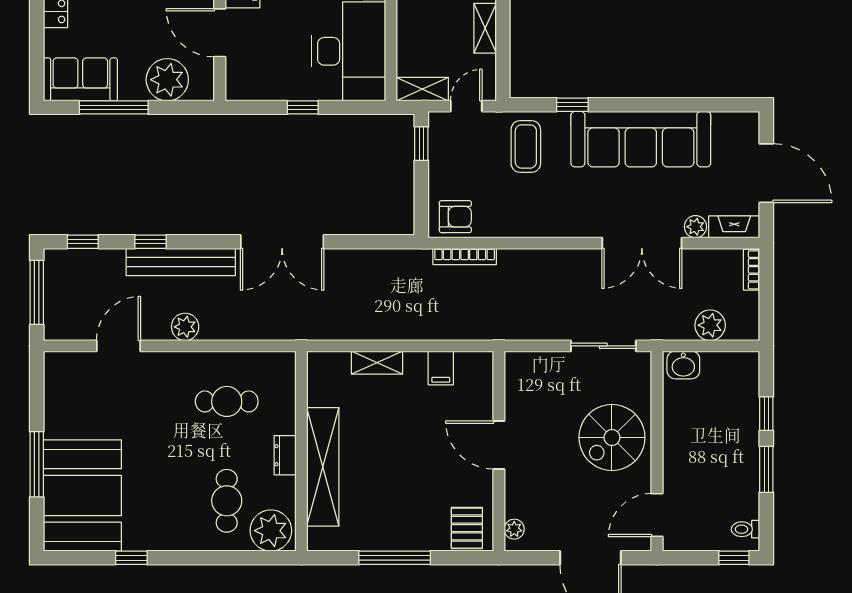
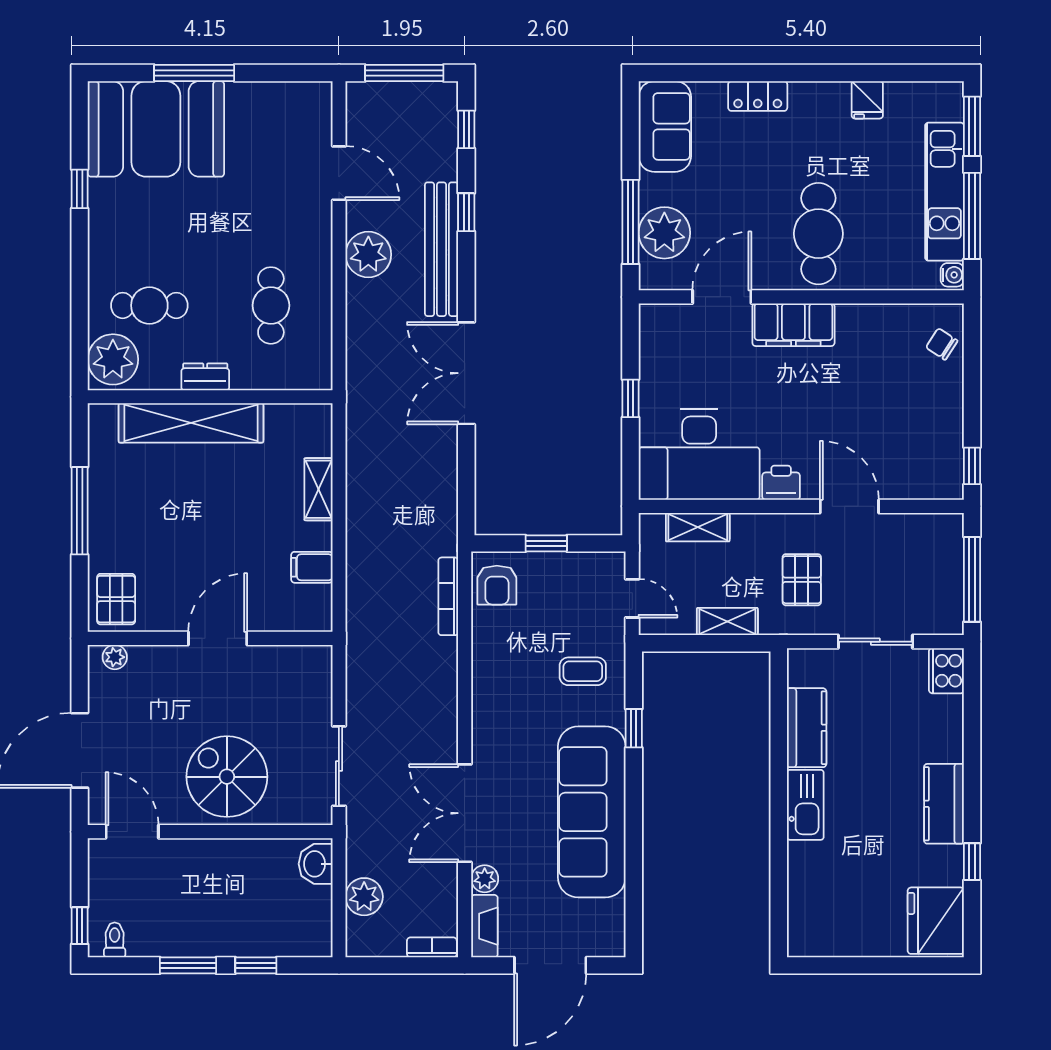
shelving: (422, 89) -> (698, 527), moved, turned 90
window: (114, 107) -> (631, 222), moved
window: (421, 144) -> (546, 543), moved
coffee table: (526, 146) -> (583, 671), width x0.73, depth x0.77
plant: (185, 327) -> (368, 254), width x1.36, depth x1.36
pallet: (467, 528) -> (116, 599), turned 90

